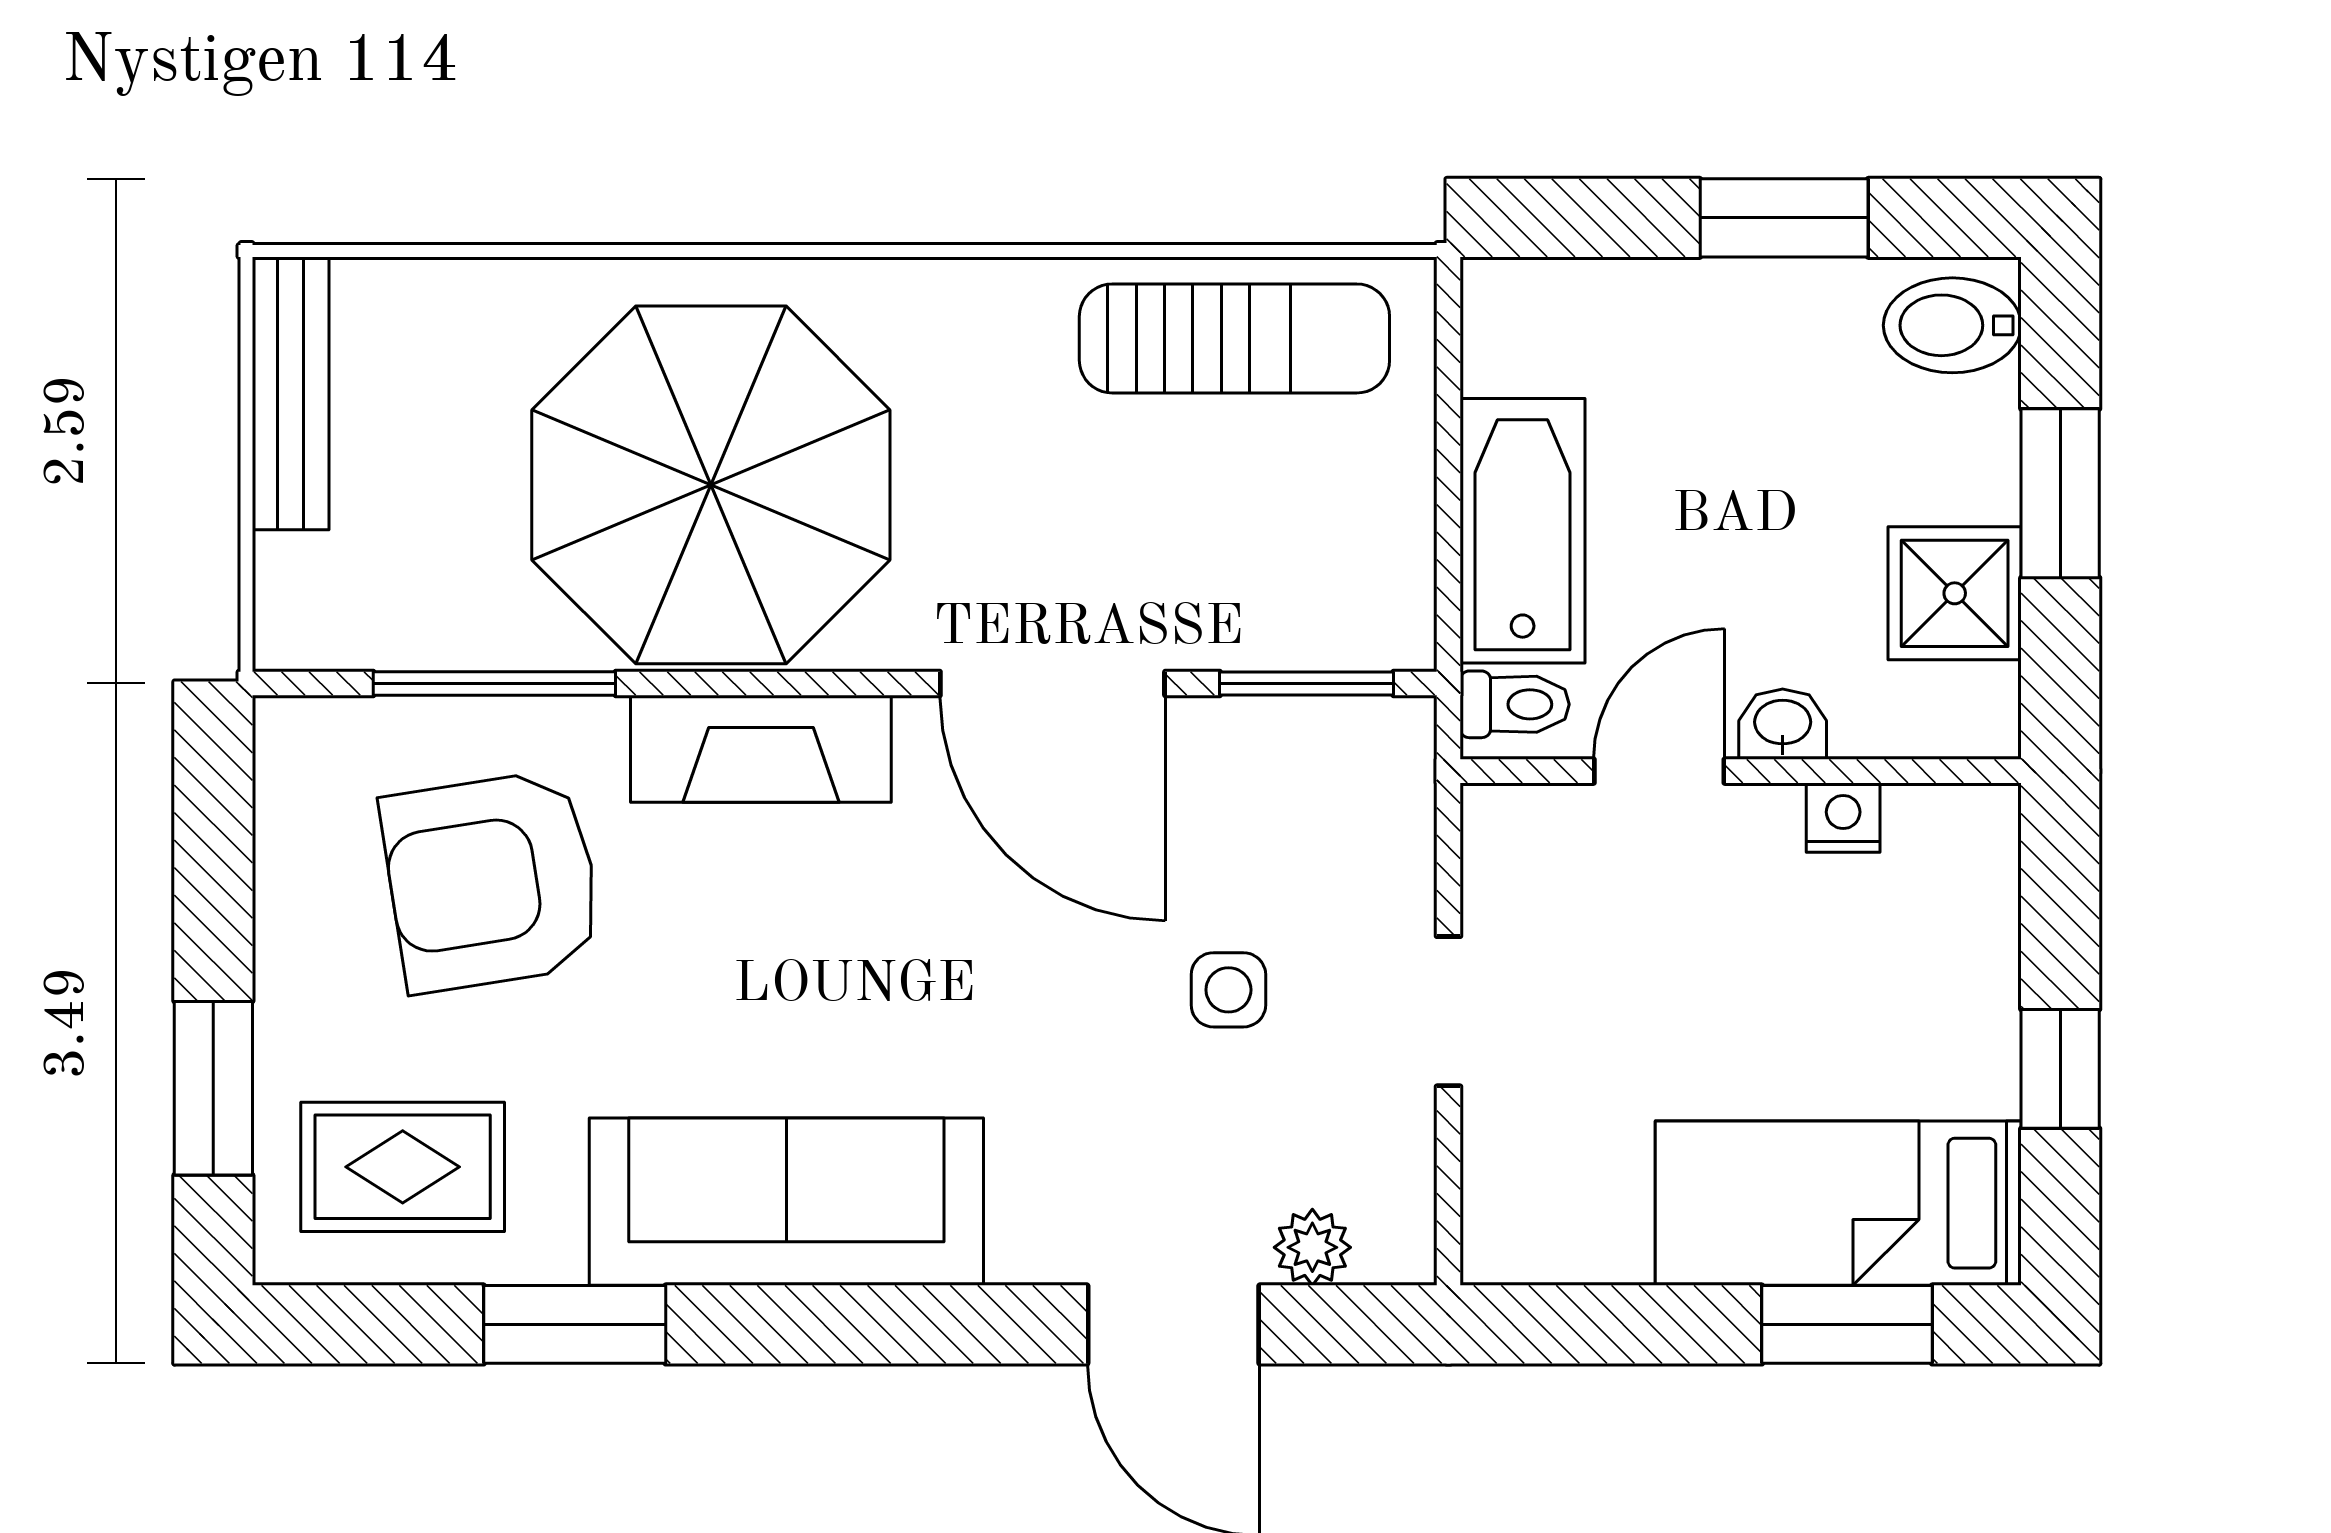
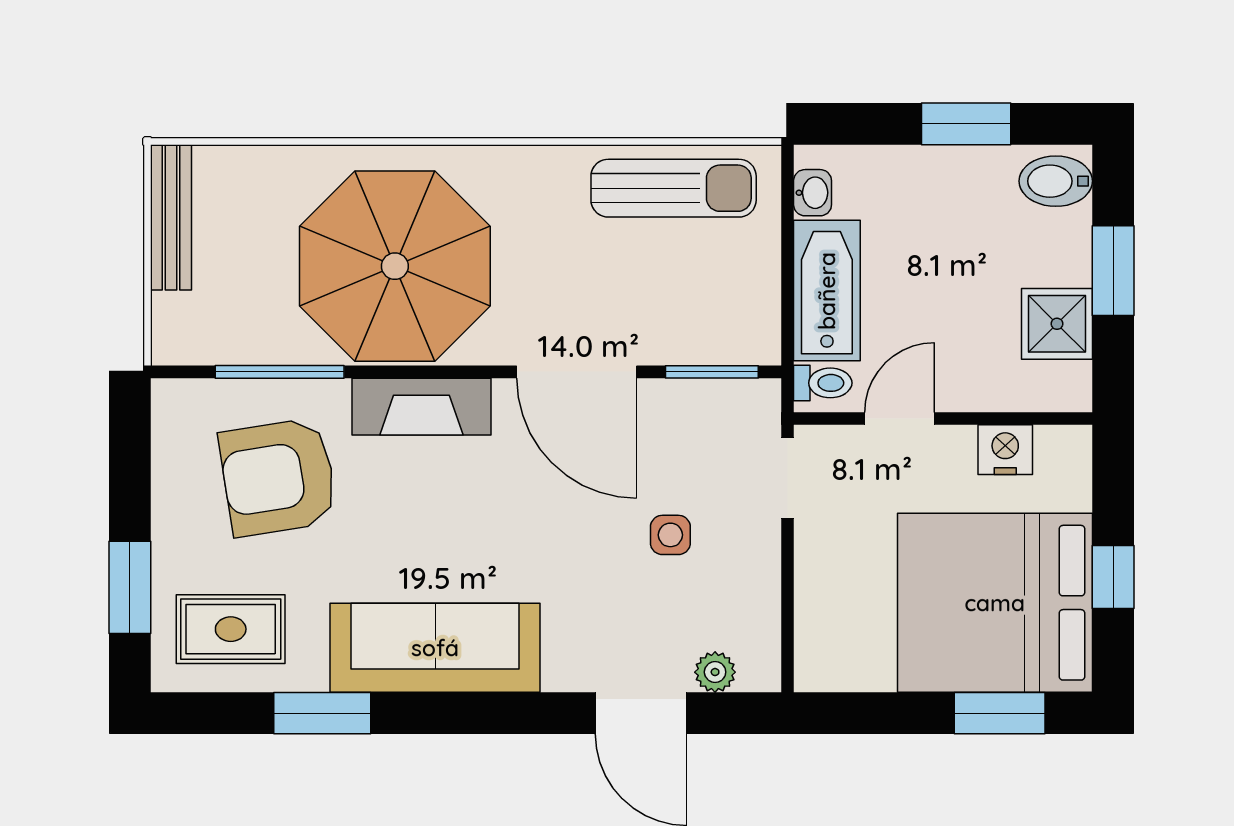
washbasin: (1783, 724) -> (813, 193), moved, turned 90
nightstand: (1843, 818) -> (1005, 450), width x1.39, depth x1.35
doorway: (1448, 1011) -> (788, 478), moved
bed: (1838, 1203) -> (995, 603), width x2.04

